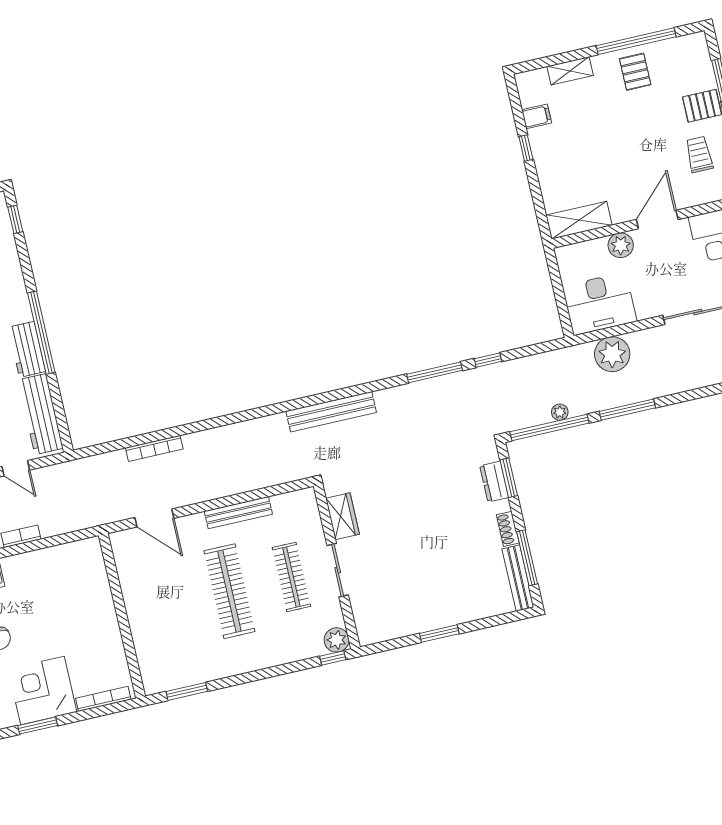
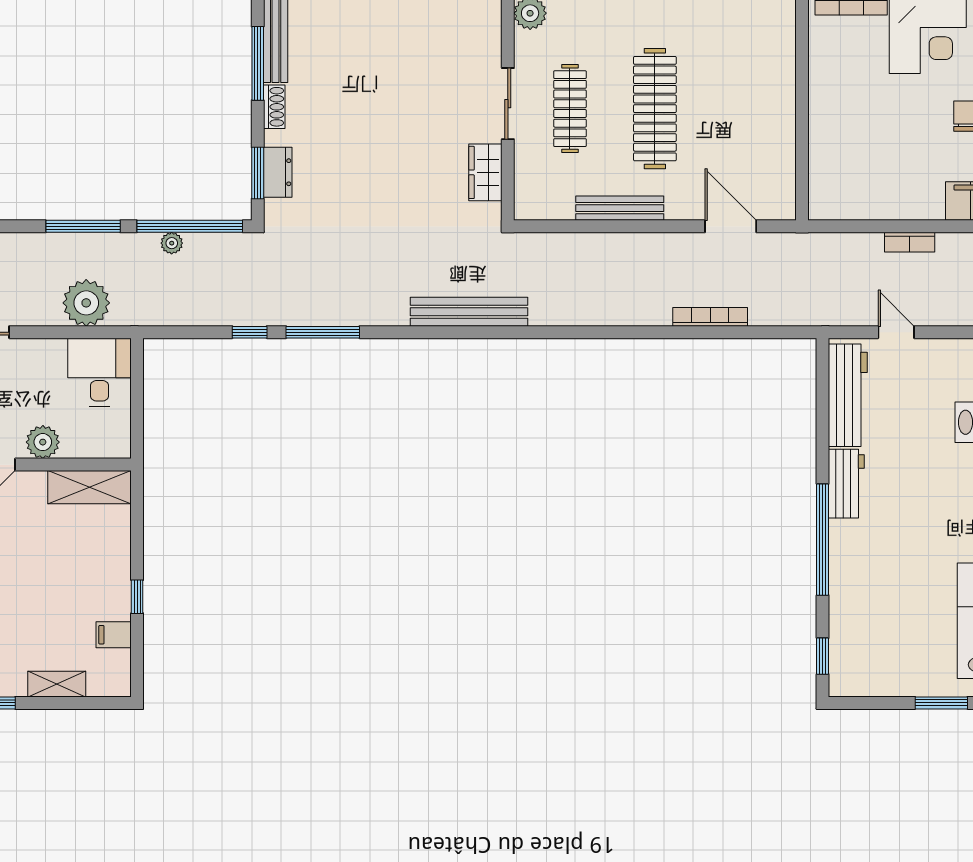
desk: (600, 304) -> (99, 372), width x0.73
window: (41, 333) -> (823, 540), moved

